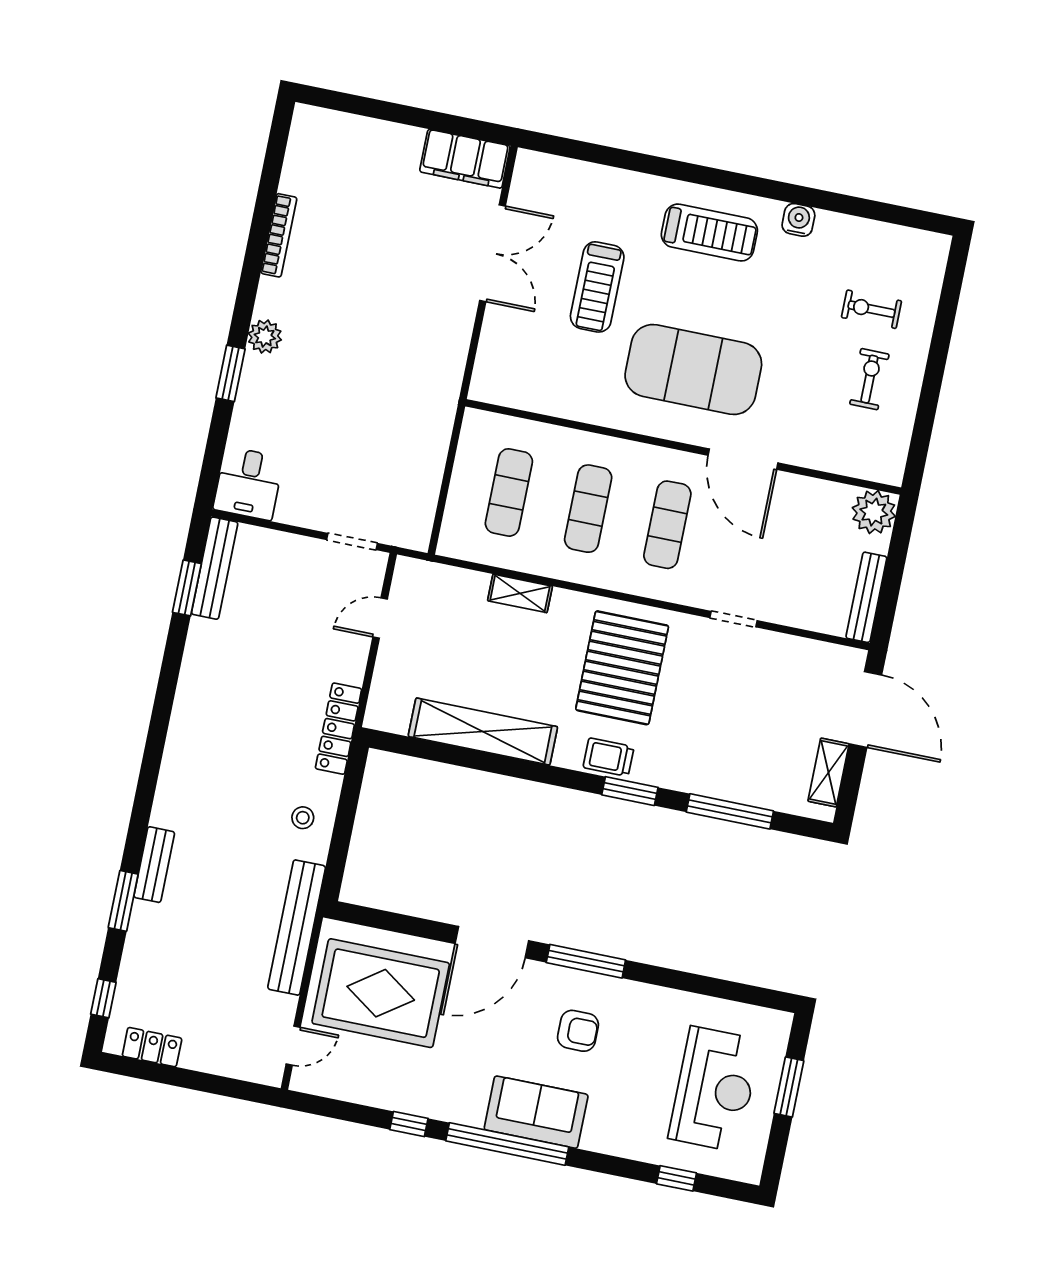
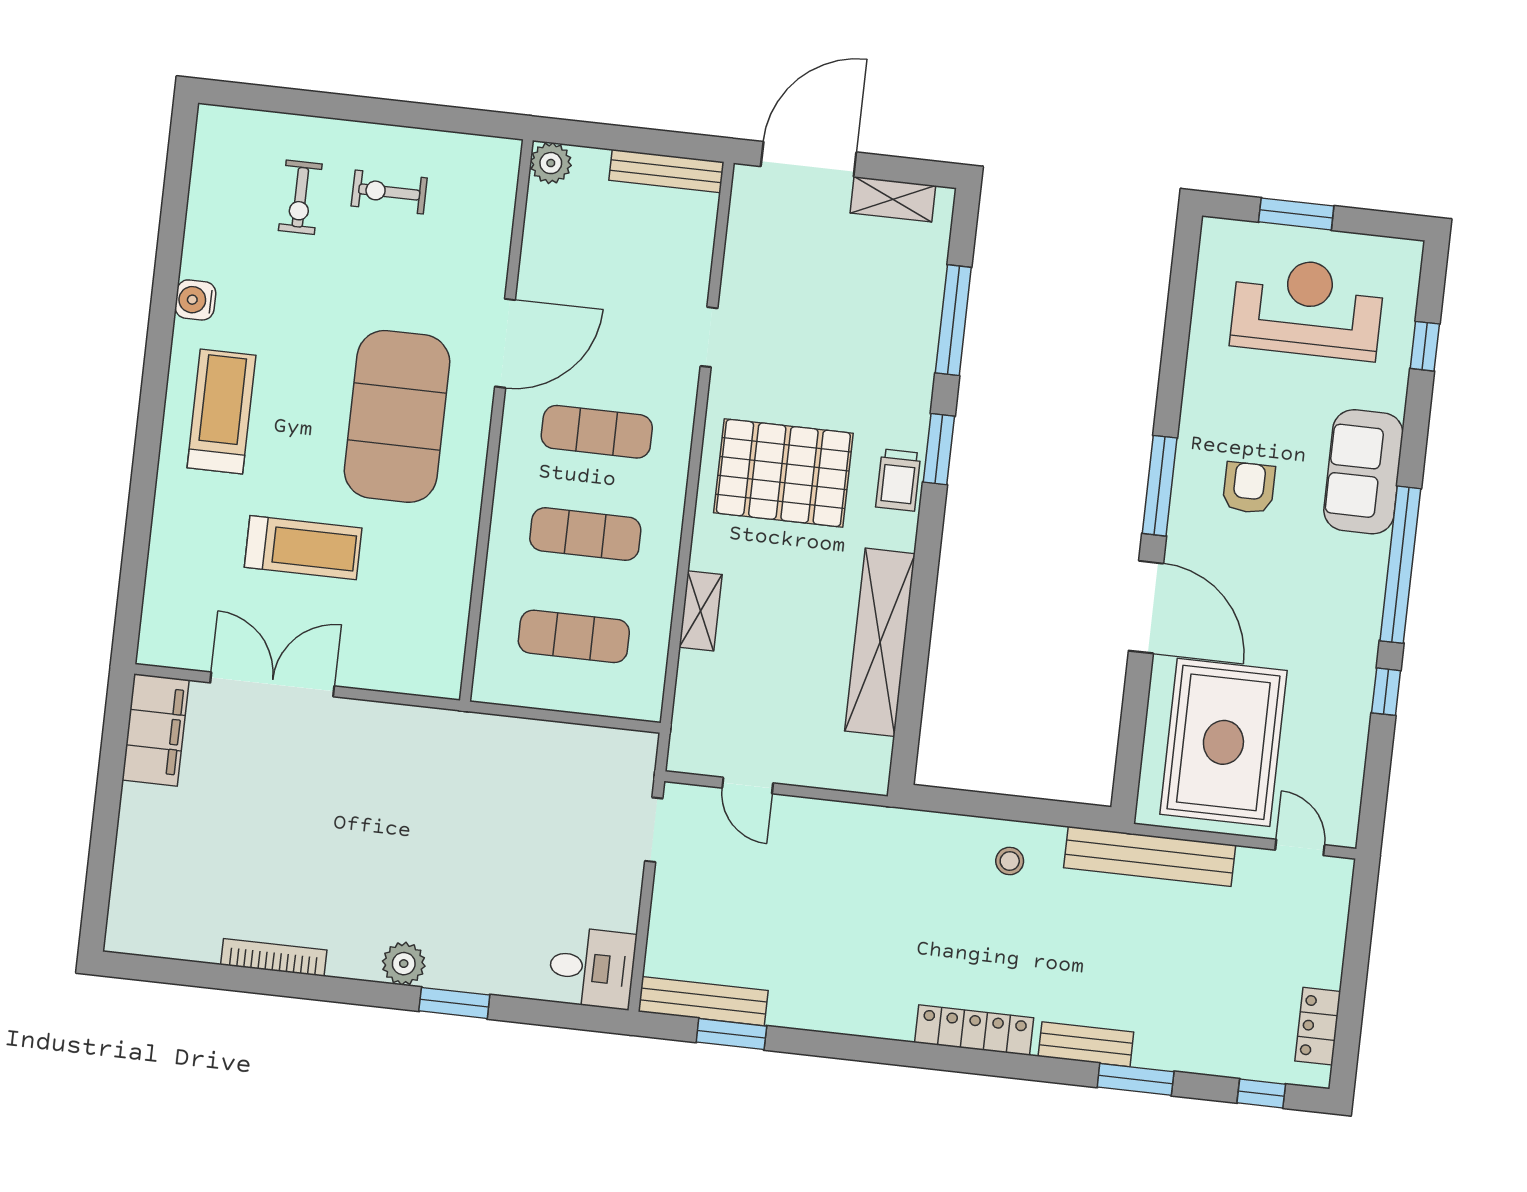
plant: (874, 512) -> (551, 163), width x0.73, depth x0.73
locker: (338, 729) -> (974, 1030), moved, turned 180
sofa: (536, 1112) -> (1363, 472), moved

